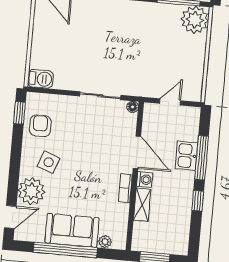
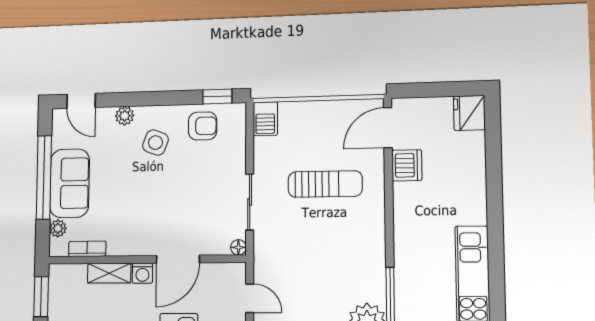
sun lounger: (93, 40) -> (325, 184), added
bookcase: (125, 188) -> (87, 249), moved
plant: (31, 191) -> (125, 116), width x0.53, depth x0.53

